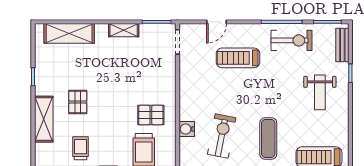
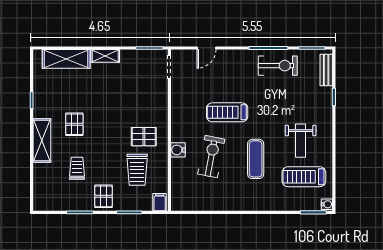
shelving: (124, 30) -> (105, 56), moved
treadmill: (238, 58) -> (227, 112), moved
weight bench: (320, 92) -> (301, 141), moved

